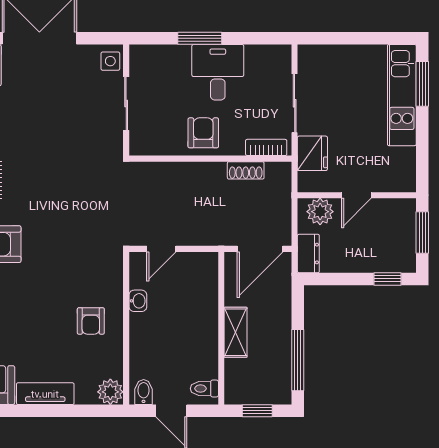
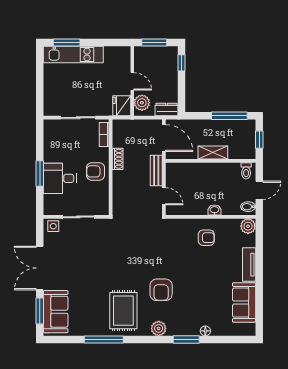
desk: (218, 72) -> (60, 178), moved
fridge: (312, 153) -> (122, 106), moved, turned -90
shoe rack: (246, 170) -> (118, 159), moved
bench: (205, 236) -> (156, 170), added
washbasin: (138, 301) -> (215, 210), moved

